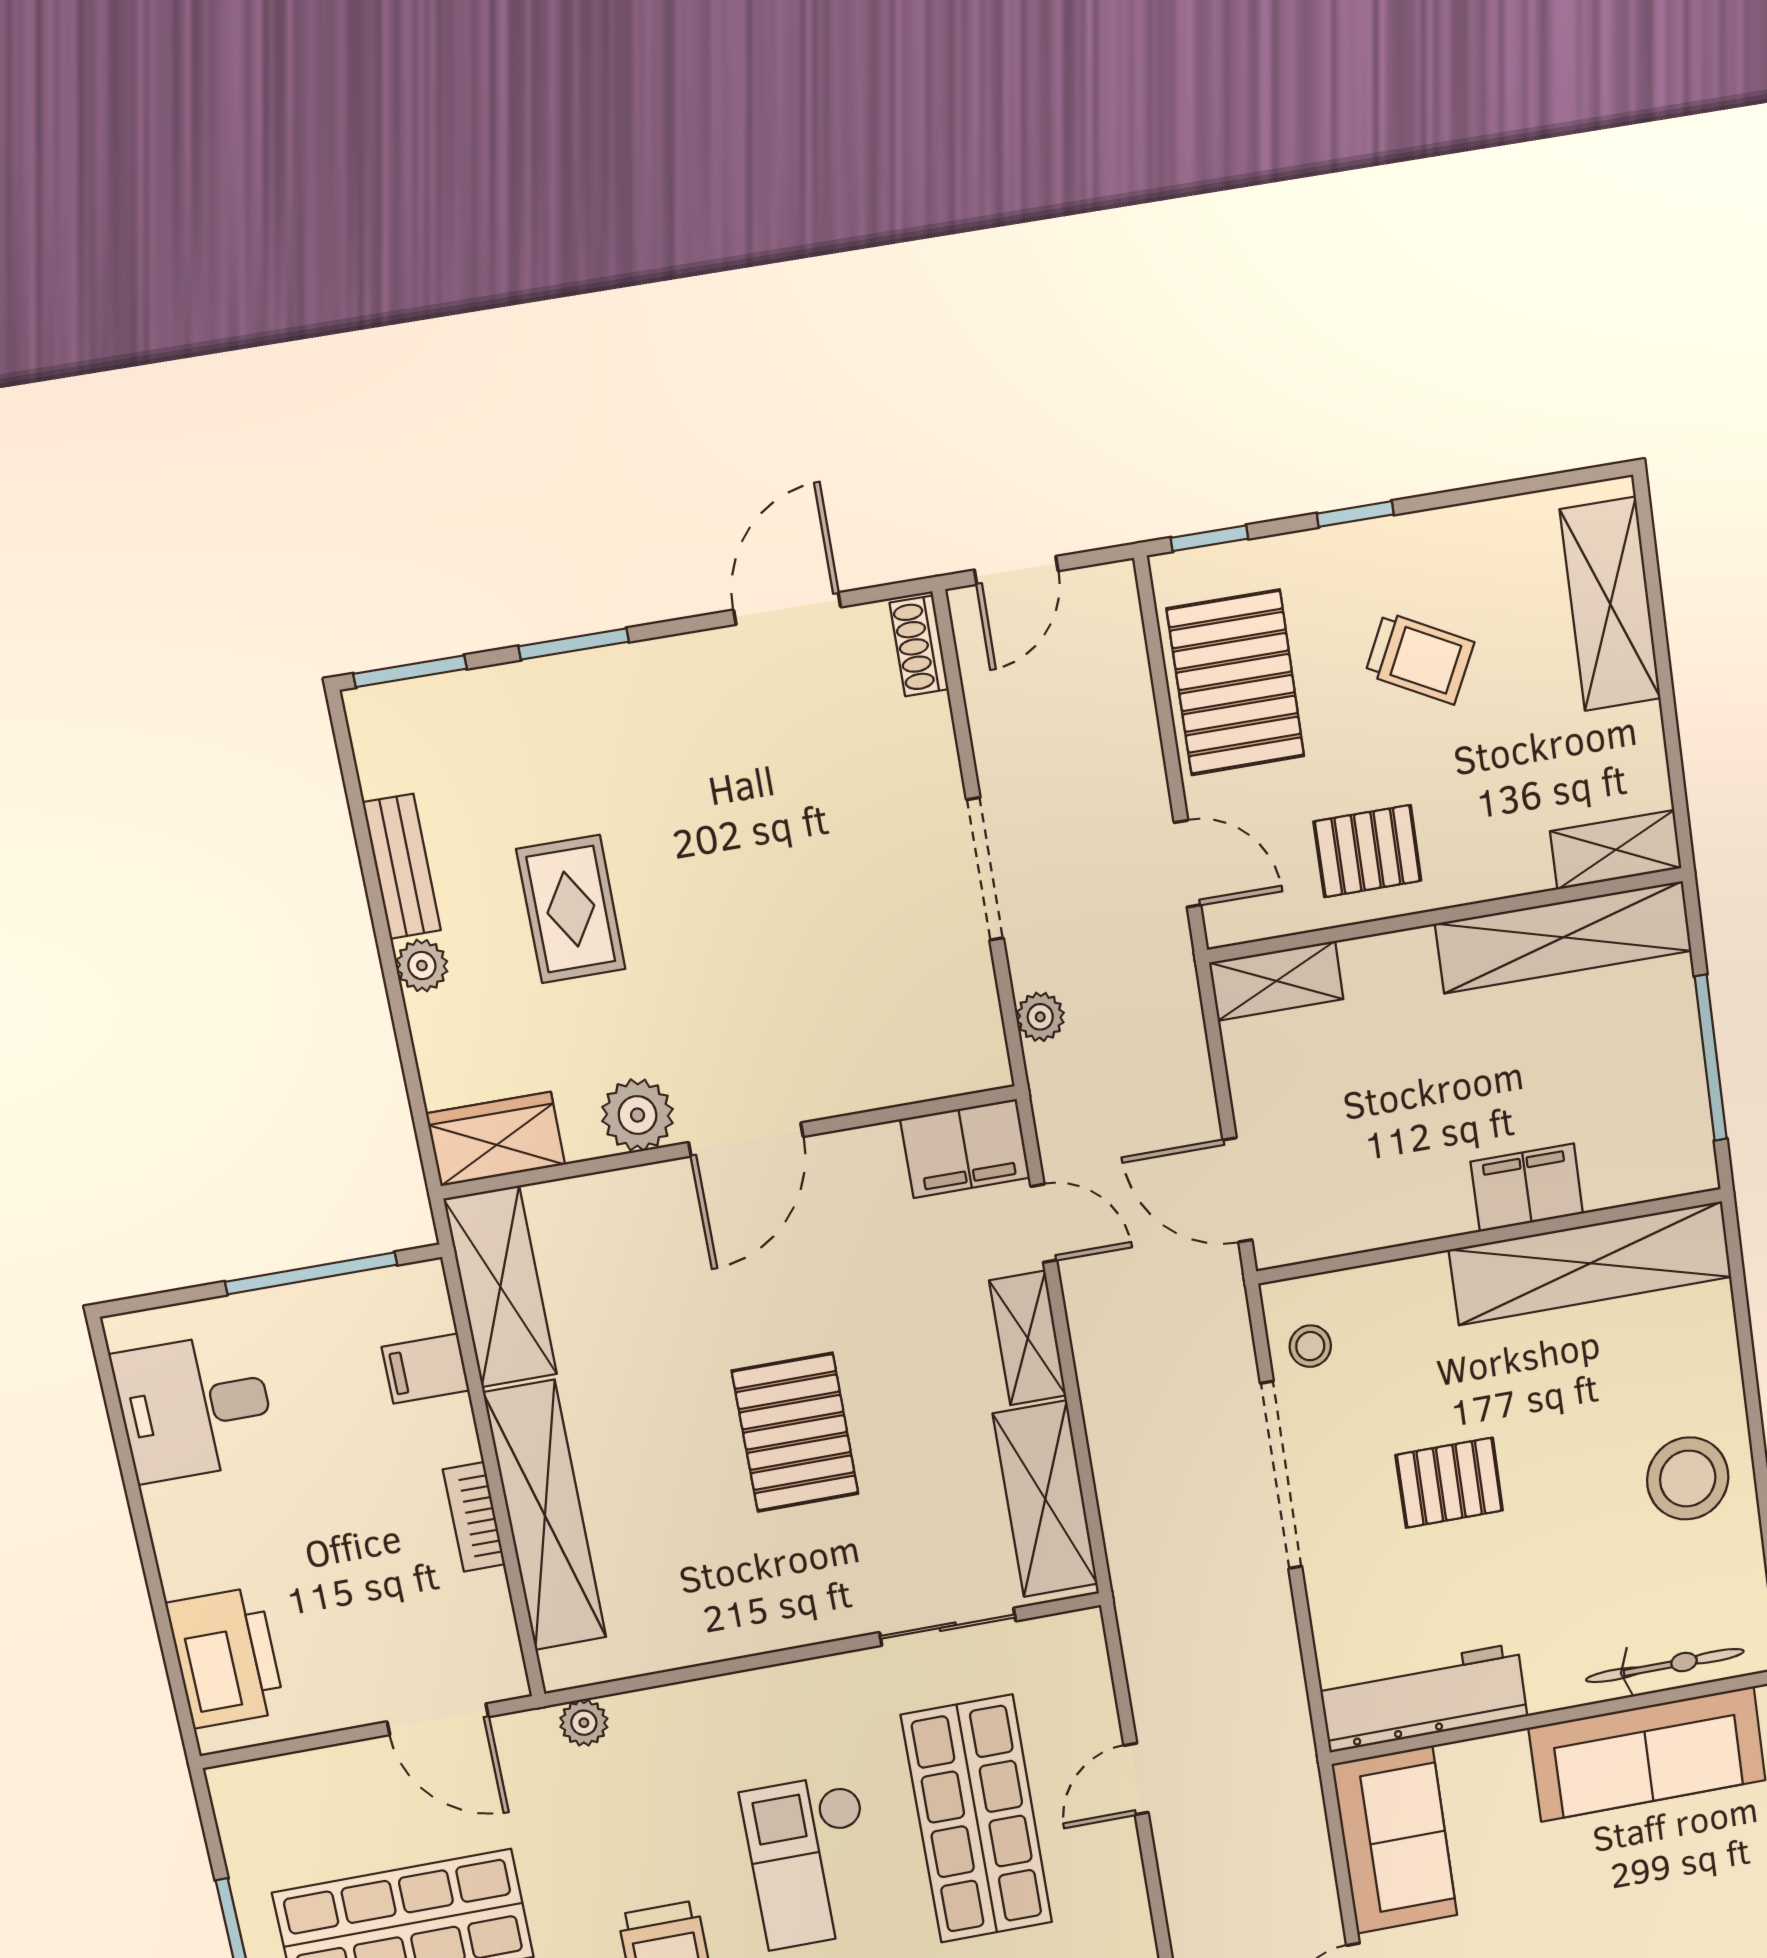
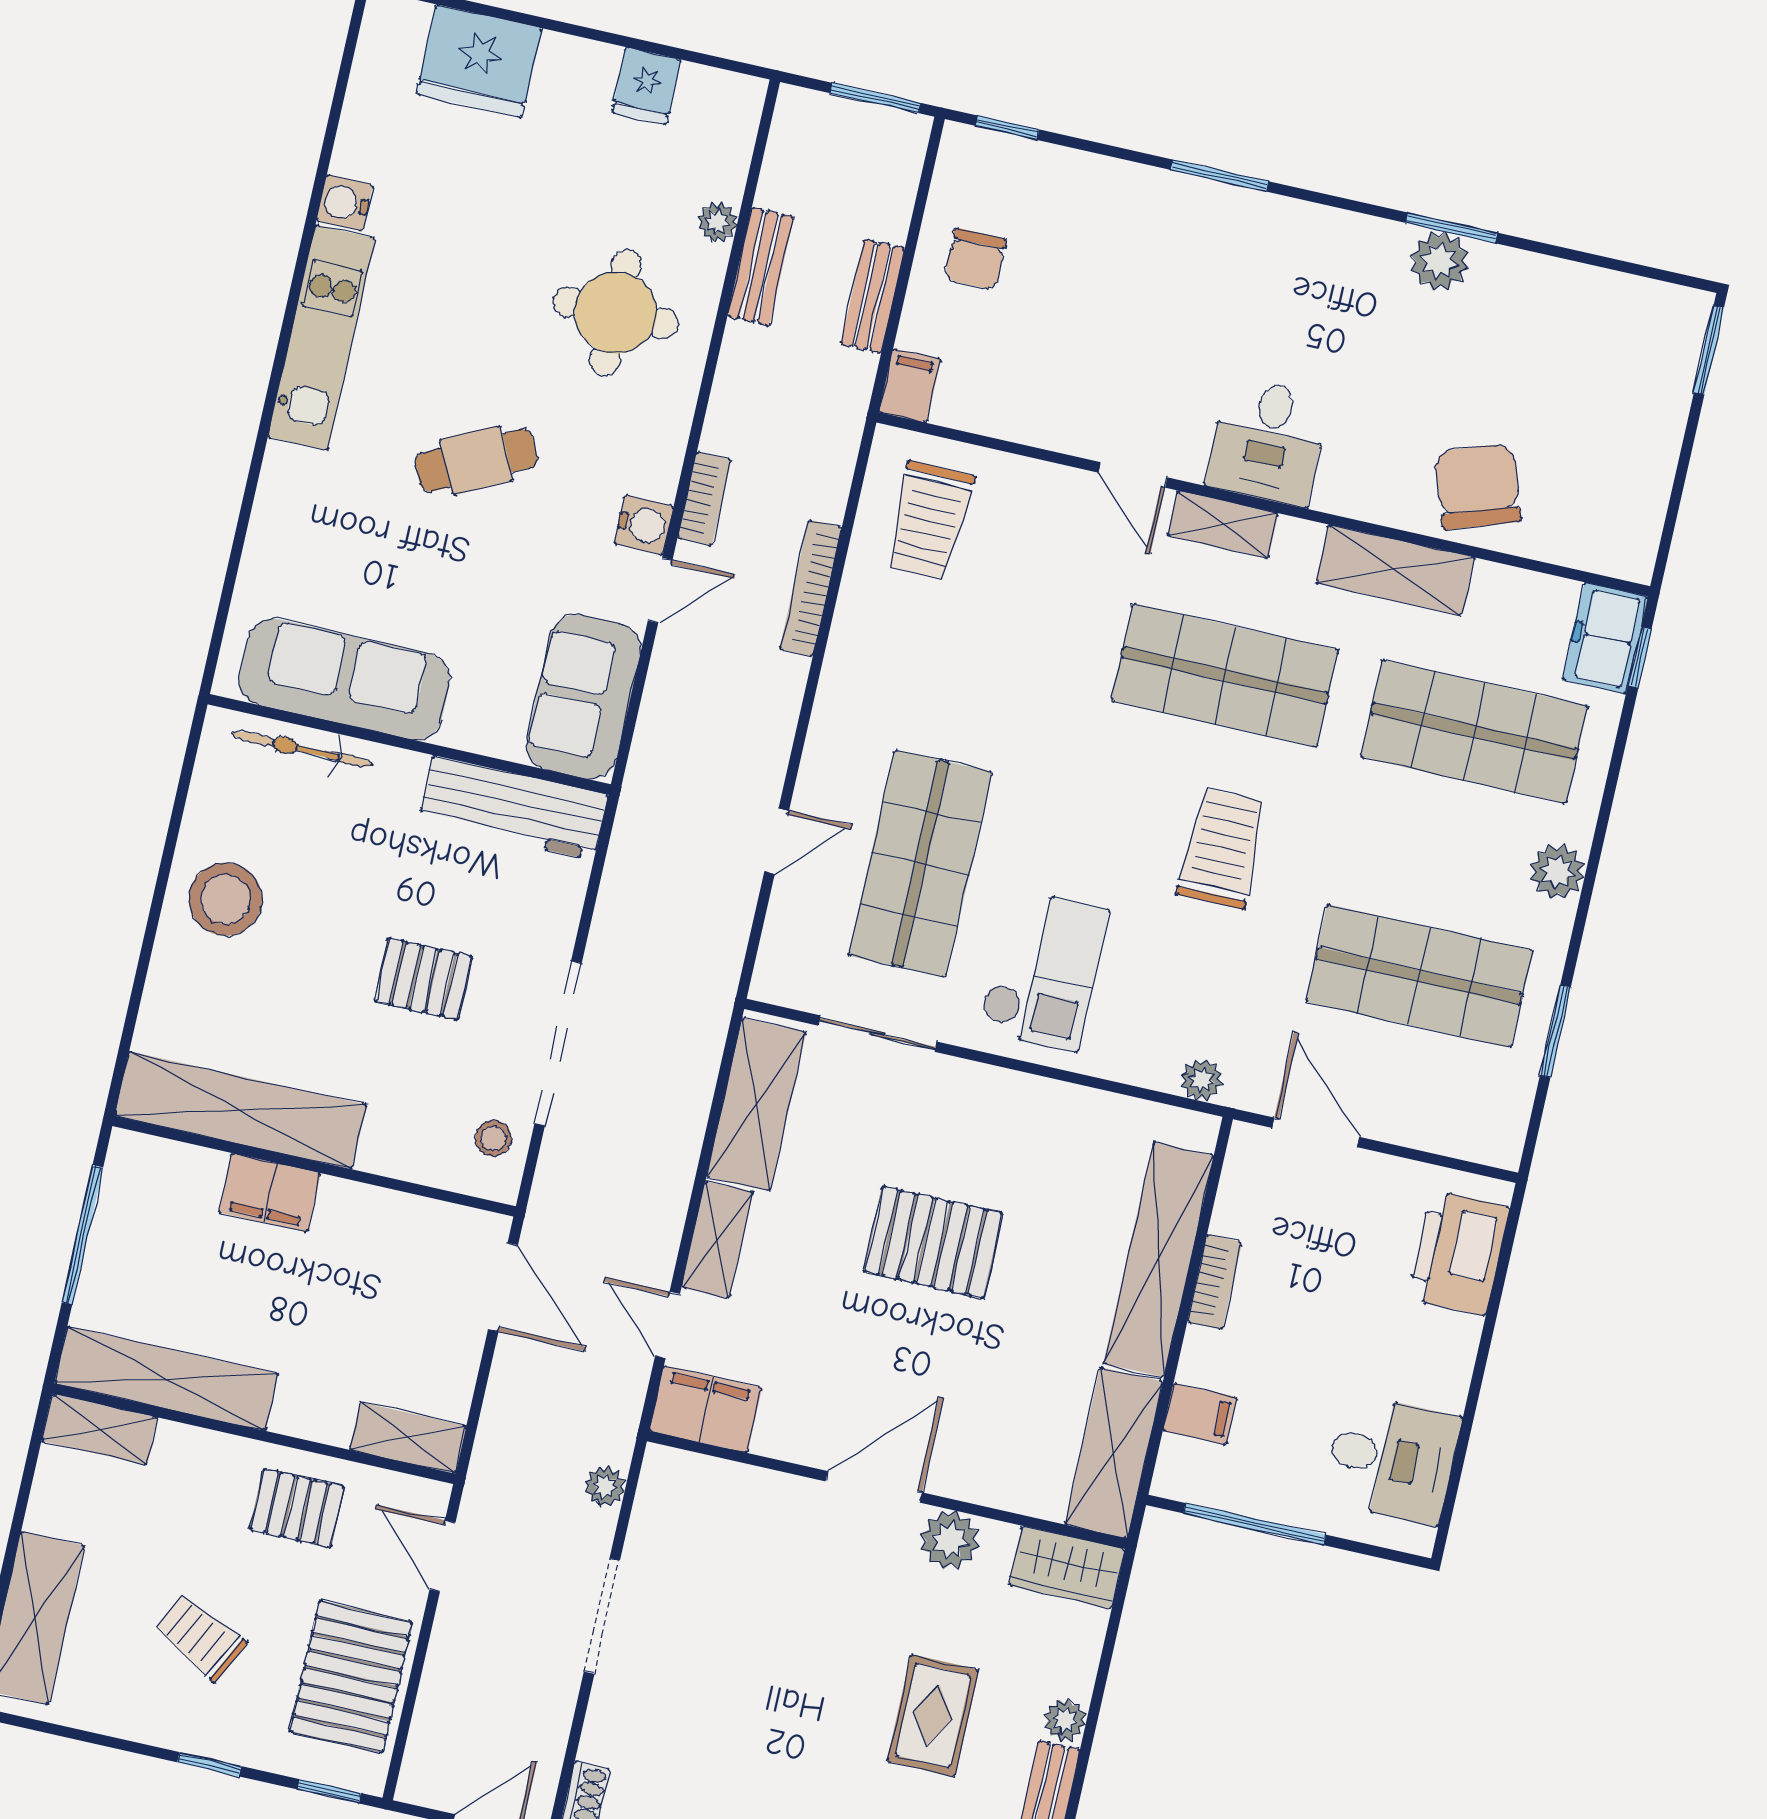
pallet: (795, 1432) -> (933, 1242), turned 90
checkout: (811, 1861) -> (1043, 970), moved

